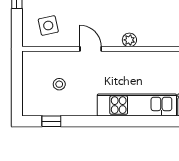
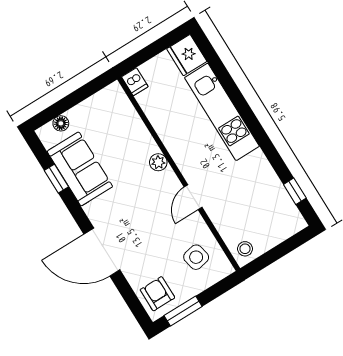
stool: (59, 84) -> (245, 249), moved

